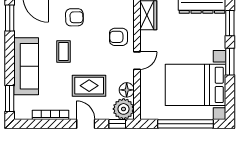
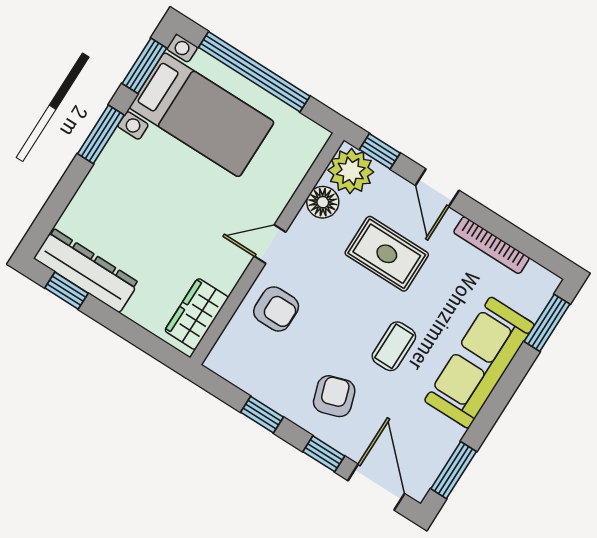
armchair: (74, 17) -> (334, 396), turned 73
window: (230, 23) -> (144, 66), moved
bed with nightstands: (195, 85) -> (202, 115), width x0.73

